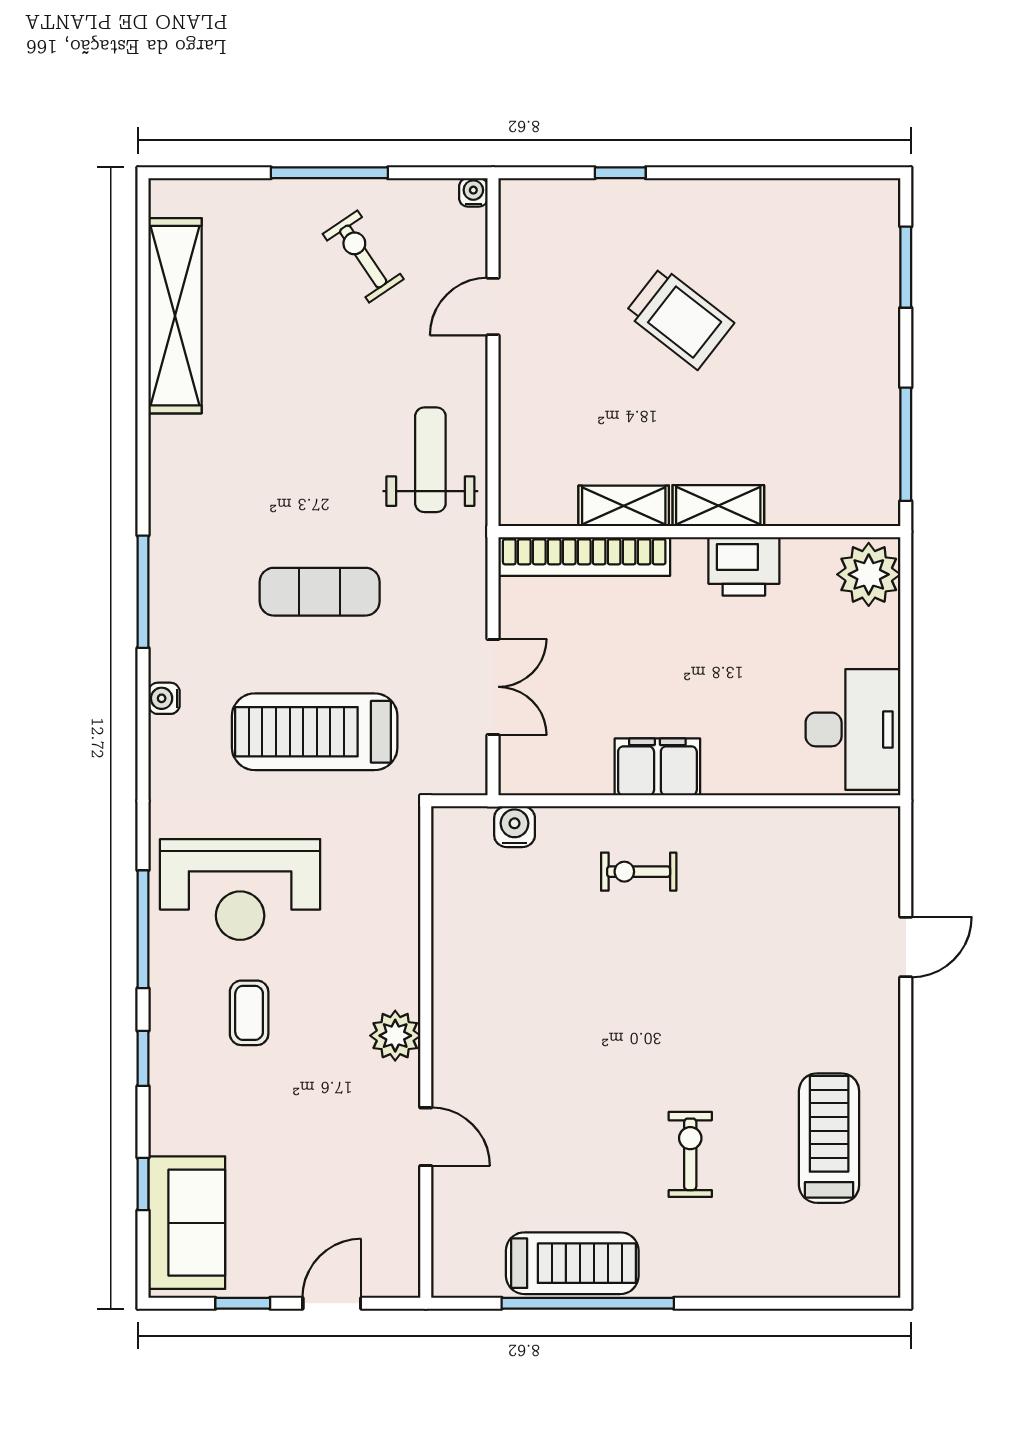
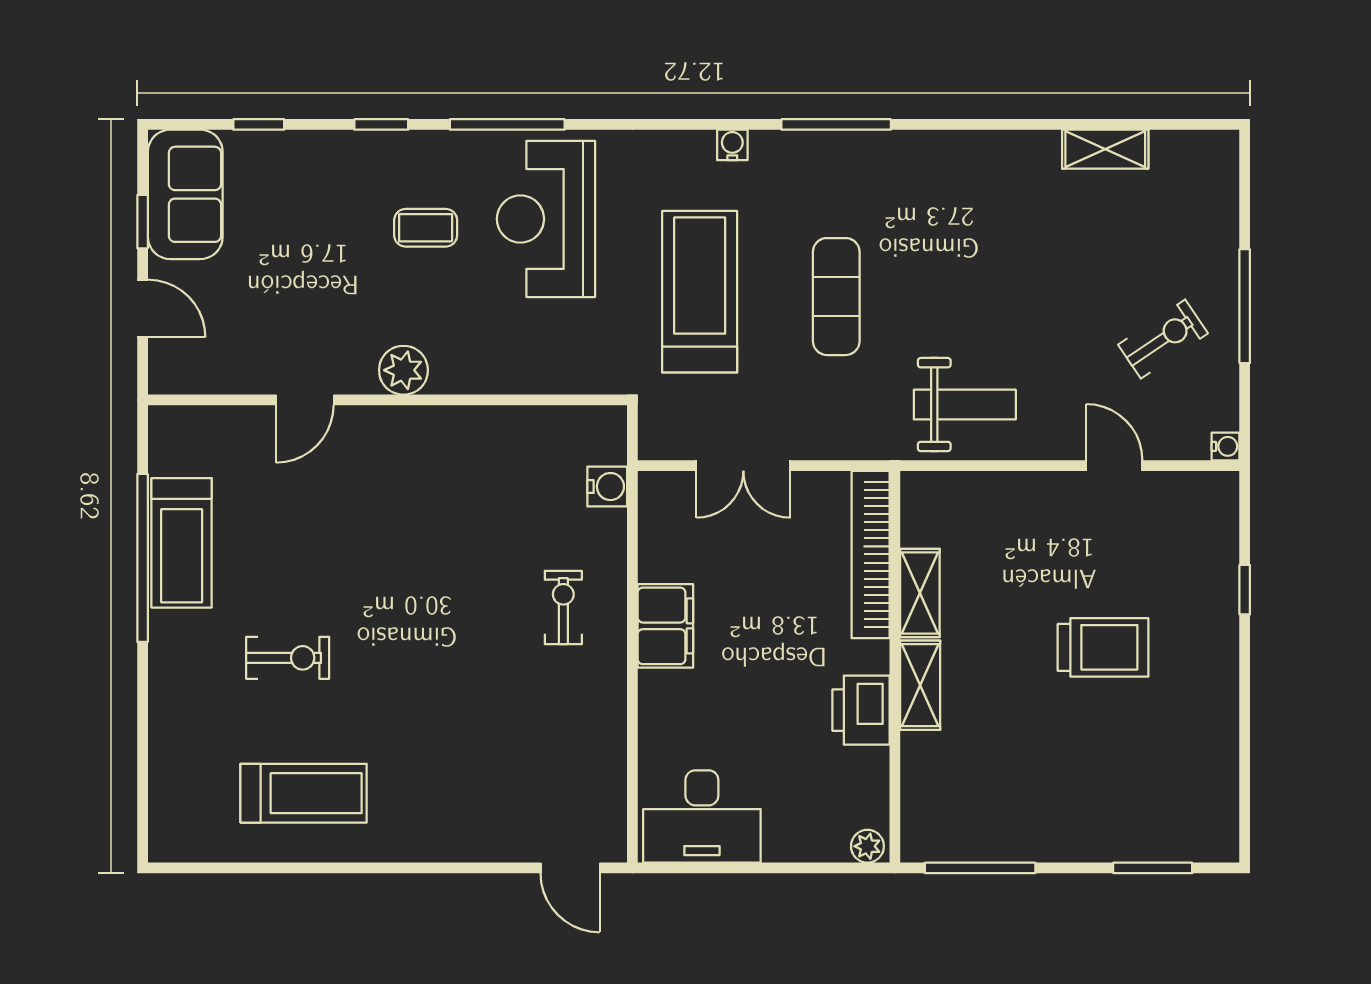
shelving: (175, 316) -> (1105, 149), width x0.45, depth x0.75
trolley: (679, 318) -> (1103, 647), turned -128
plant: (869, 574) -> (867, 846), width x0.53, depth x0.53
door: (906, 947) -> (570, 868), moved
sofa: (187, 1223) -> (185, 194), moved, turned -90

